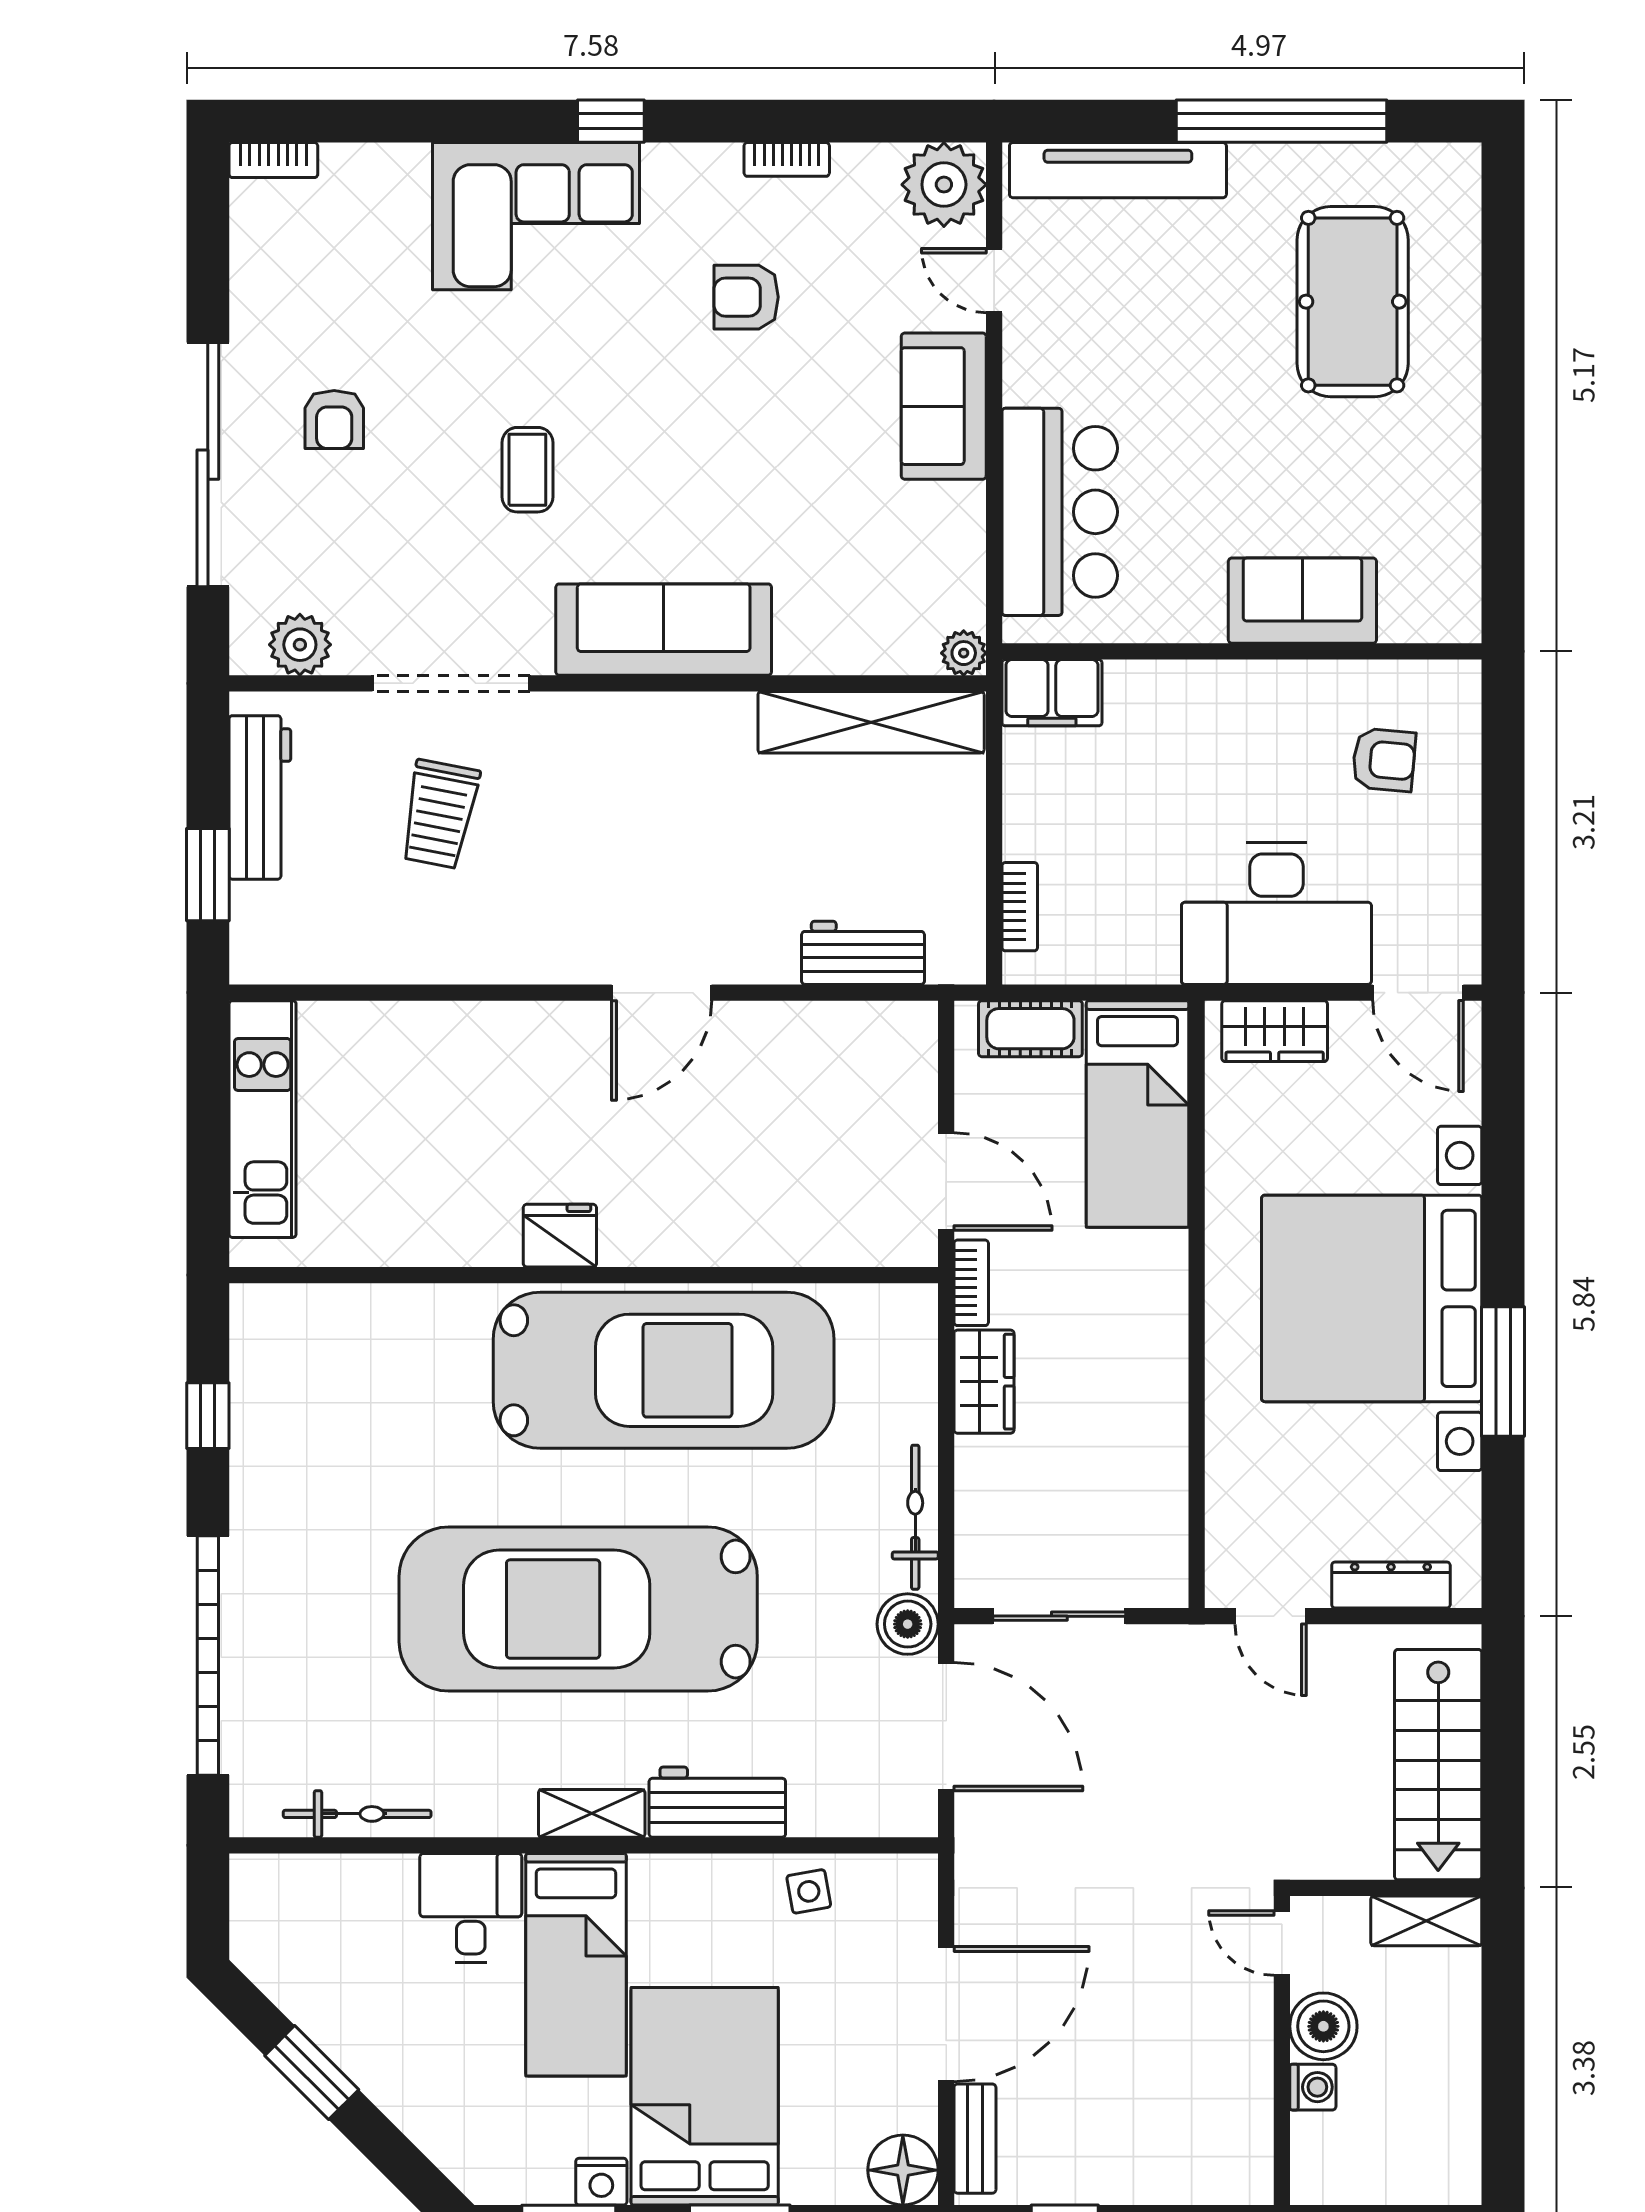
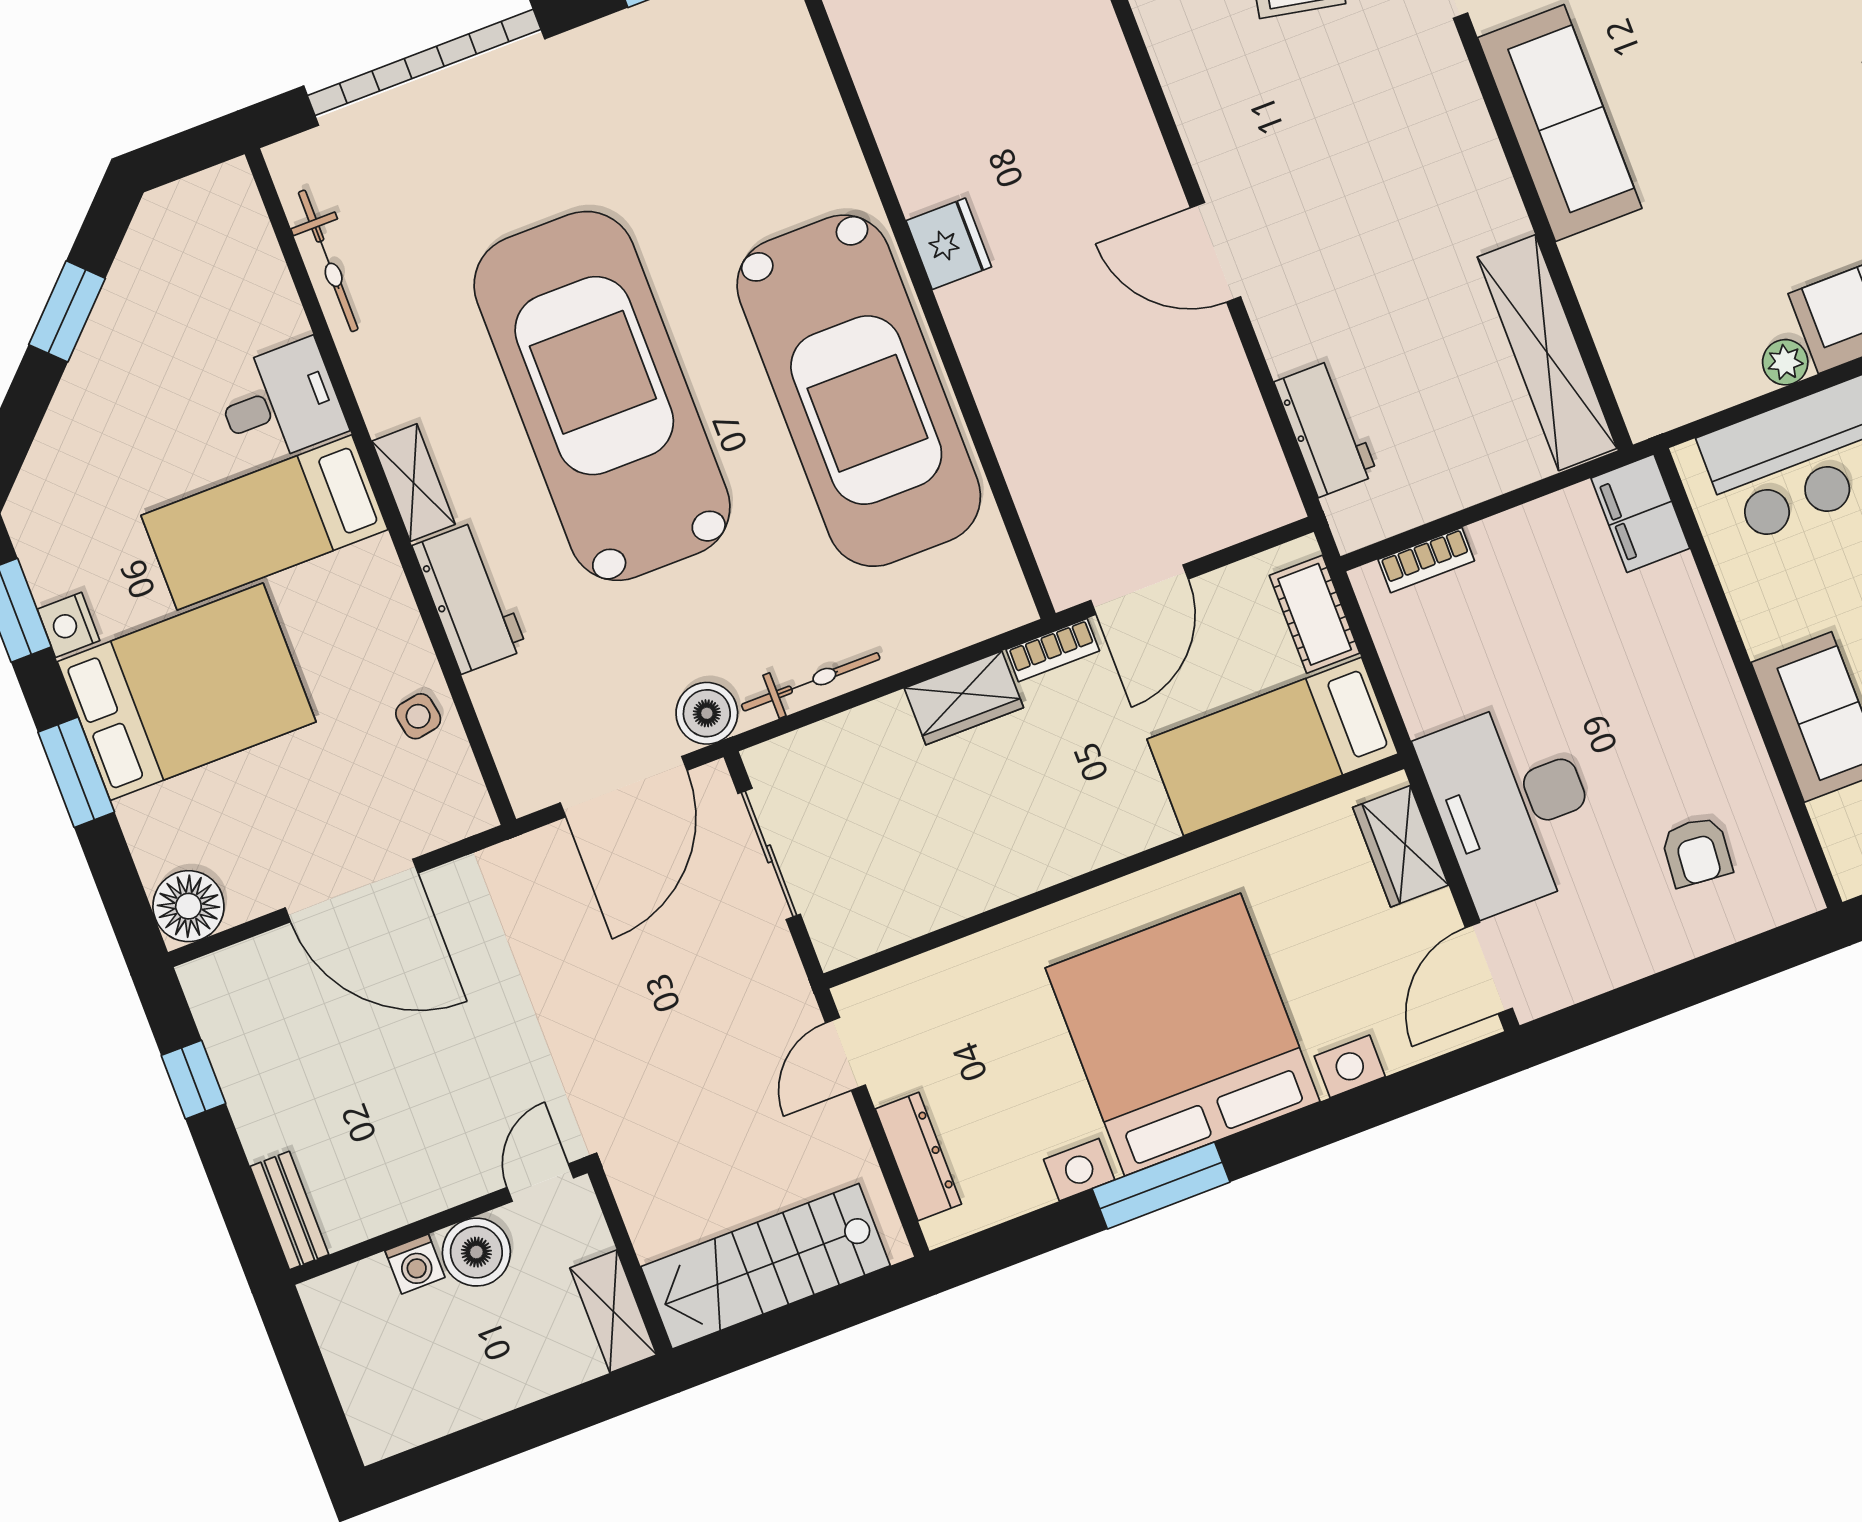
plant: (964, 653) -> (1785, 362), moved
bench: (975, 2139) -> (289, 1211), moved, turned 90

